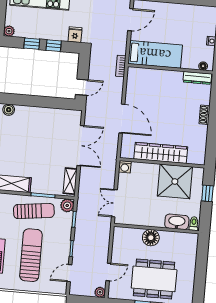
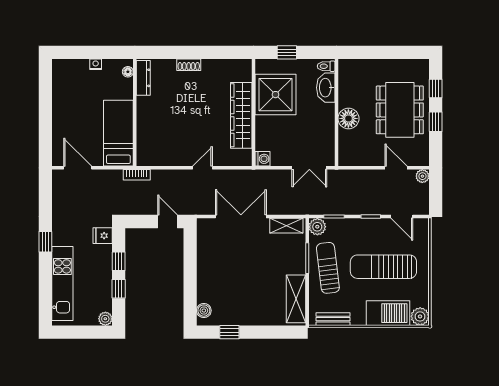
door: (122, 119) -> (203, 168), width x0.53

